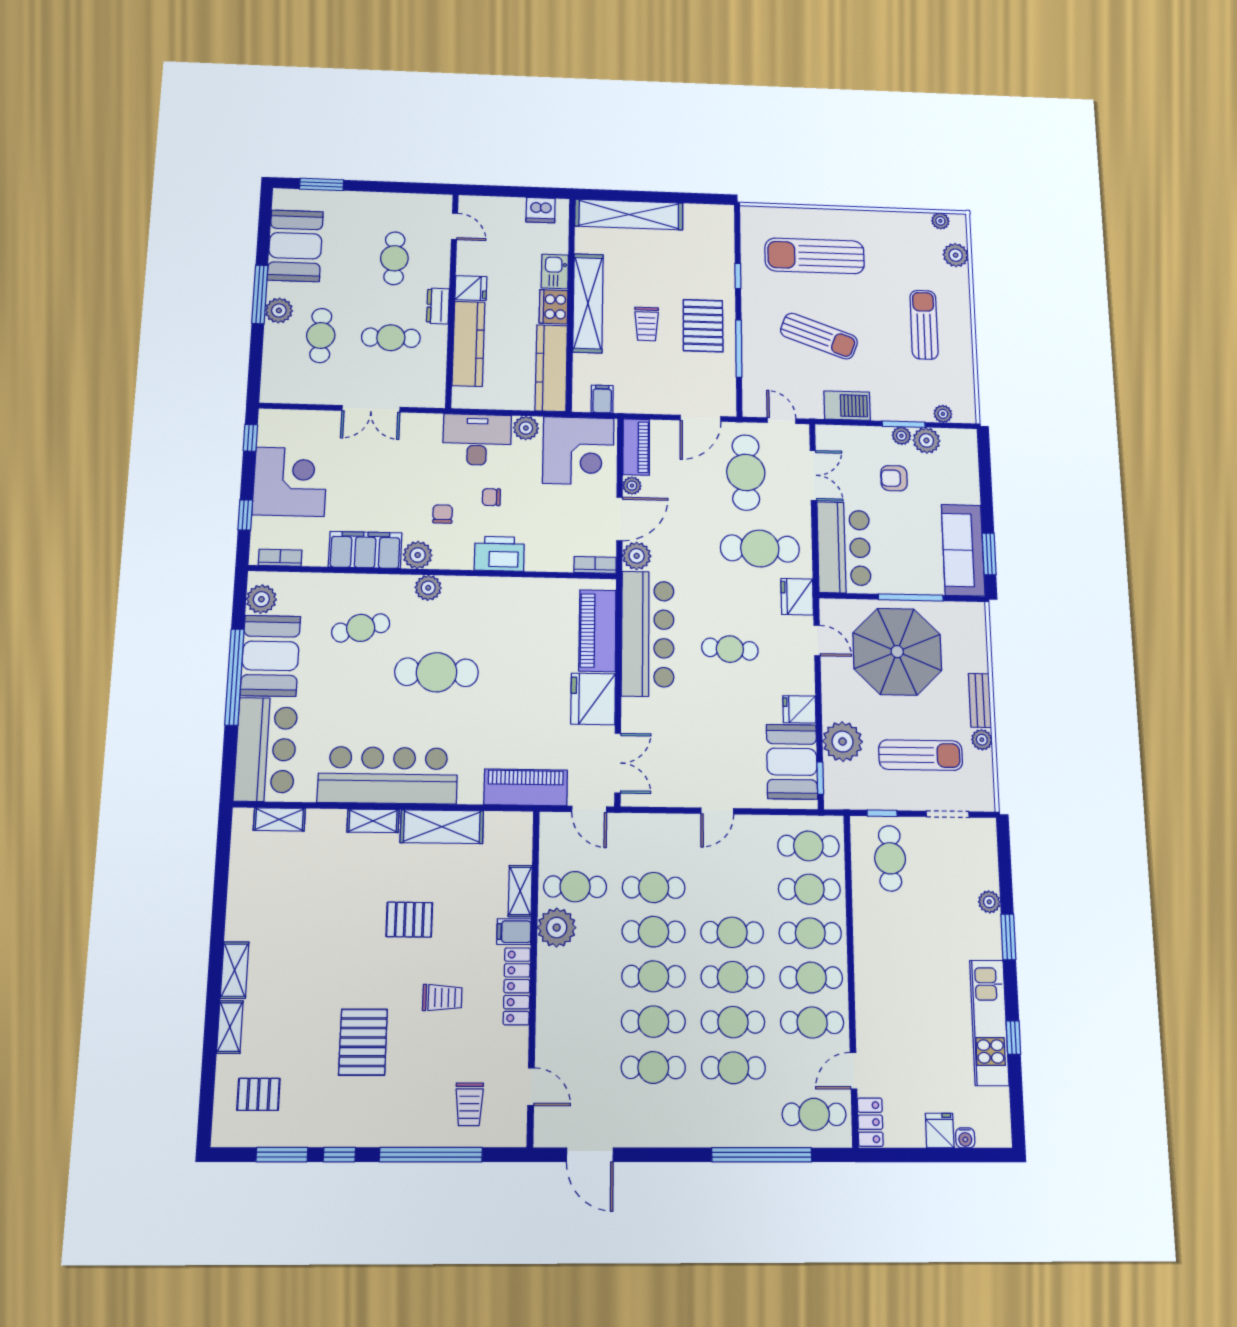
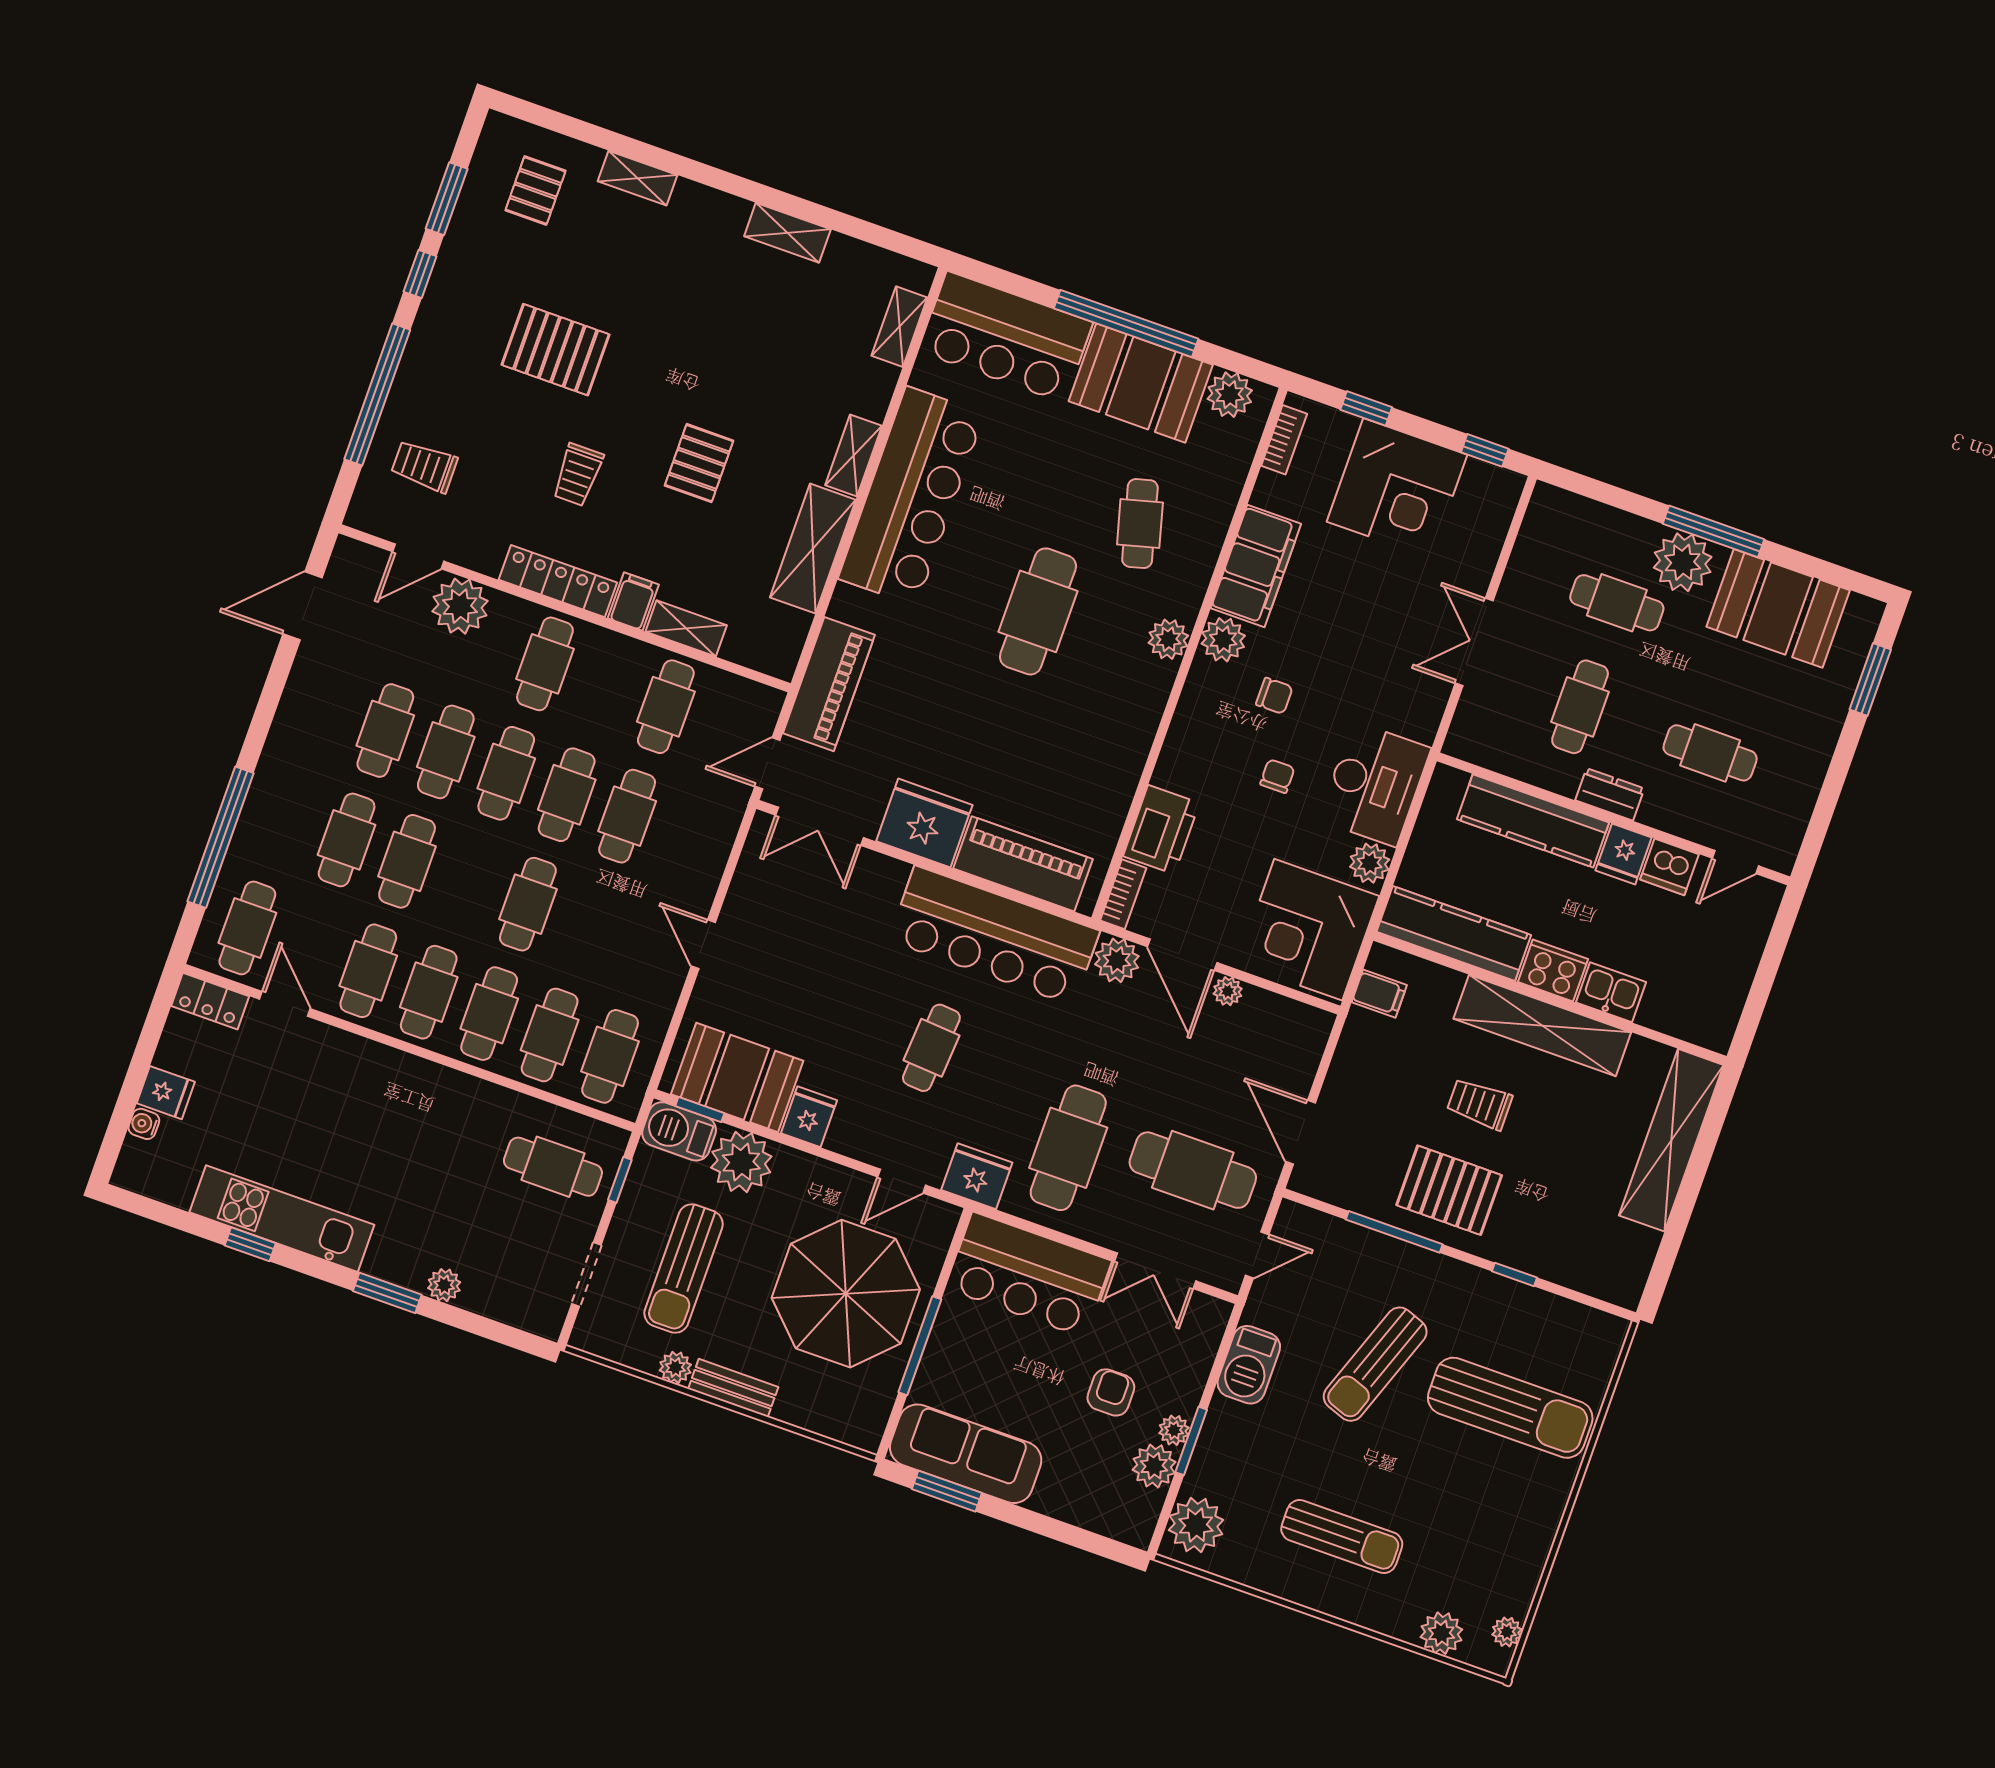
dishwasher: (541, 210) -> (1669, 867), moved, turned -90
sun lounger: (815, 256) -> (1510, 1408), turned 90
plant: (279, 310) -> (1683, 562), width x1.36, depth x1.36
plant: (943, 414) -> (1196, 1525), width x1.87, depth x1.87
piano: (636, 447) -> (1286, 1019), removed
printer: (499, 554) -> (1161, 830), moved
barbecue: (838, 787) -> (679, 1131), added
plant: (557, 928) -> (460, 606), moved
shelving: (235, 970) -> (787, 233), moved
cafe table: (733, 977) -> (545, 664), moved

